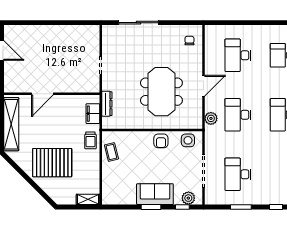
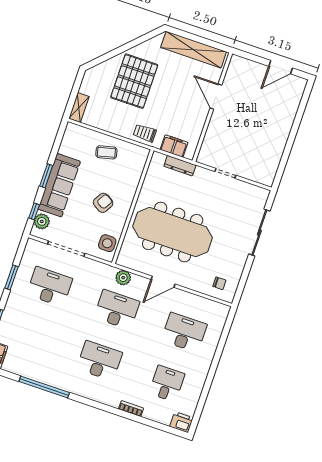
door: (203, 86) -> (163, 282), hinge flipped
meeting table: (161, 92) -> (173, 232), width x1.36
armchair: (161, 141) -> (103, 203), moved, turned 121
coffee table: (111, 152) -> (106, 152), moved
sofa: (155, 194) -> (59, 185), width x1.36

